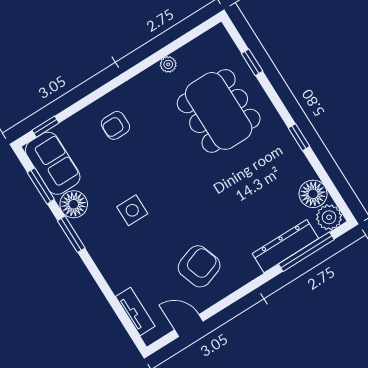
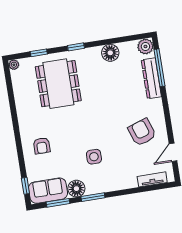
plant: (168, 64) -> (14, 65), moved
dining table: (219, 111) -> (58, 84), turned 90
window: (299, 137) -> (76, 47), moved
floor lamp: (313, 194) -> (110, 53), moved

